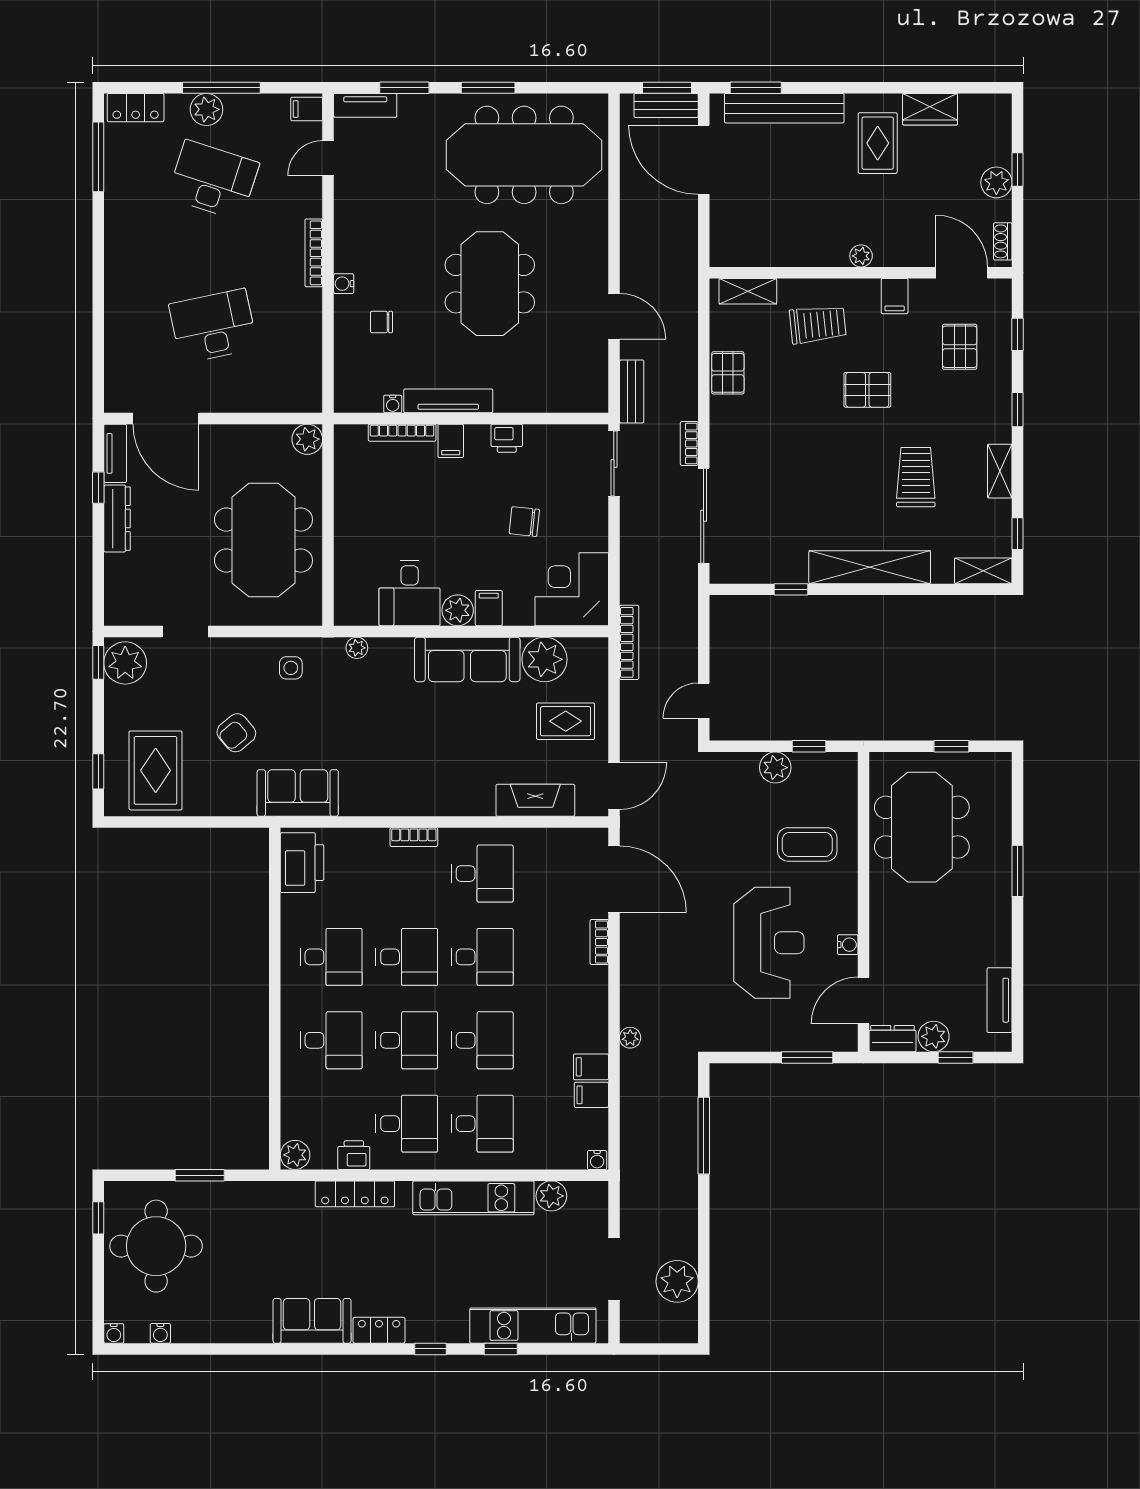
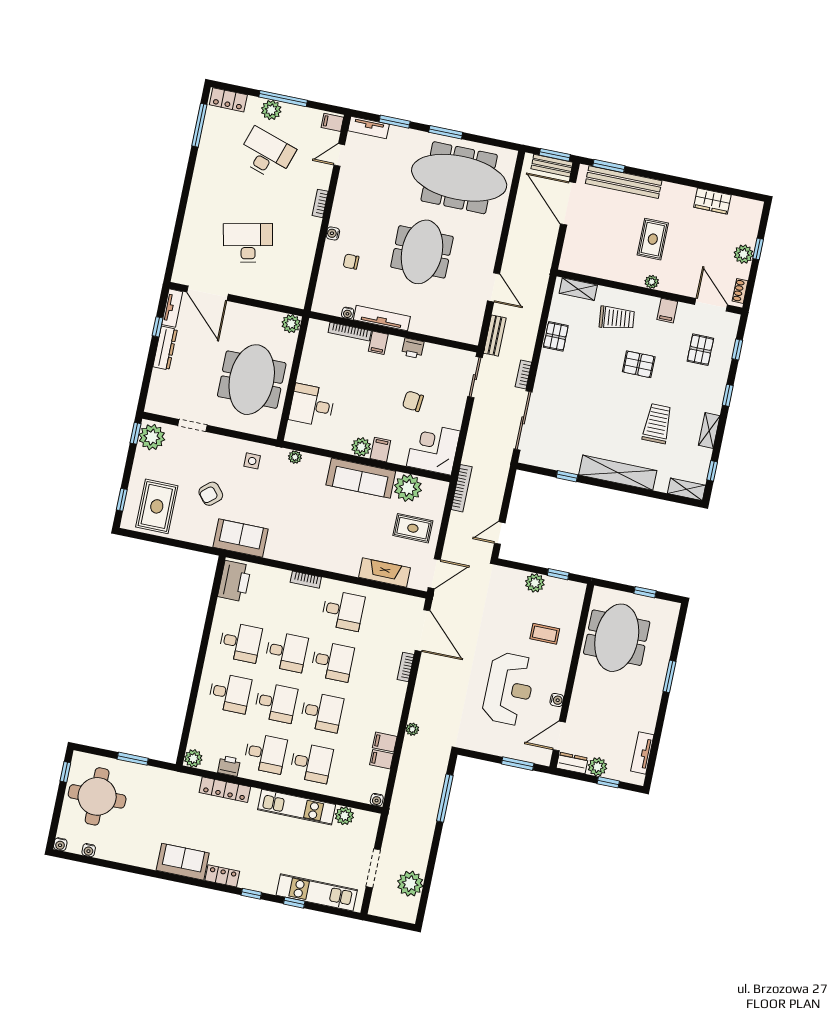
rug: (878, 143) -> (653, 239), moved
bookcase: (314, 253) -> (320, 203), width x0.64
desk: (410, 593) -> (312, 405), moved, turned 90
coffee table: (807, 844) -> (545, 634), width x0.73, depth x0.77

